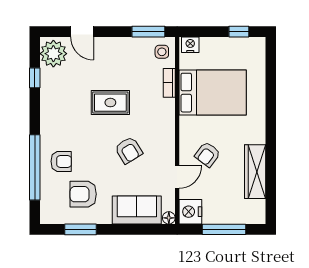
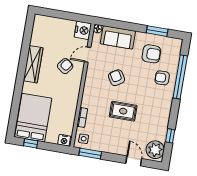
bed: (213, 93) -> (33, 118), moved, turned 90
wardrobe: (255, 172) -> (33, 64), moved
window: (224, 229) -> (63, 15), removed

